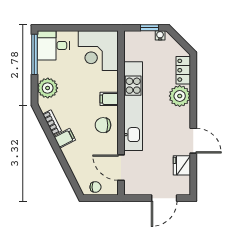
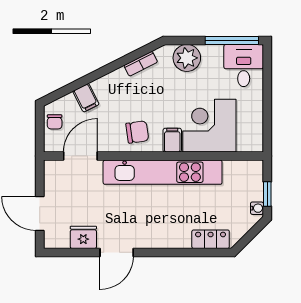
corner desk: (98, 51) -> (209, 126), moved
plant: (180, 96) -> (176, 234), removed
chair: (103, 125) -> (137, 132), turned 82
filing cabinet: (65, 138) -> (86, 98), moved

